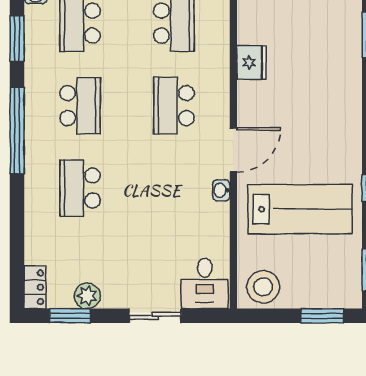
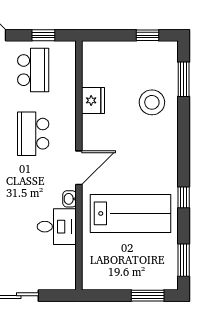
desk: (205, 283) -> (57, 227), moved, turned -90
stool: (263, 287) -> (152, 102), moved

